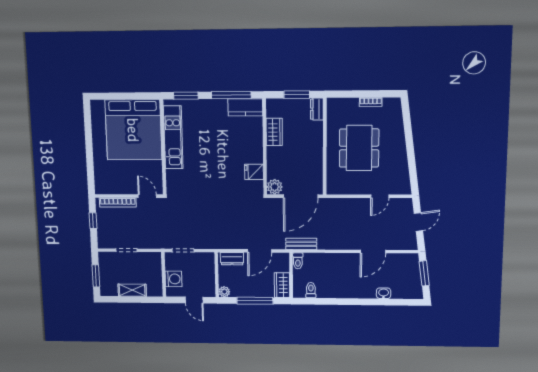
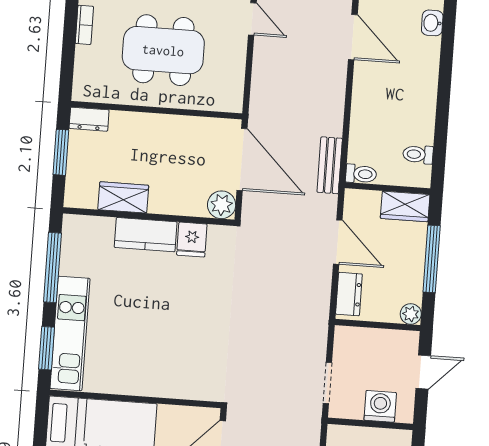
kitchen counter: (245, 107) -> (146, 235), moved, turned 90
kitchen unit: (173, 137) -> (70, 333), moved, turned 90

